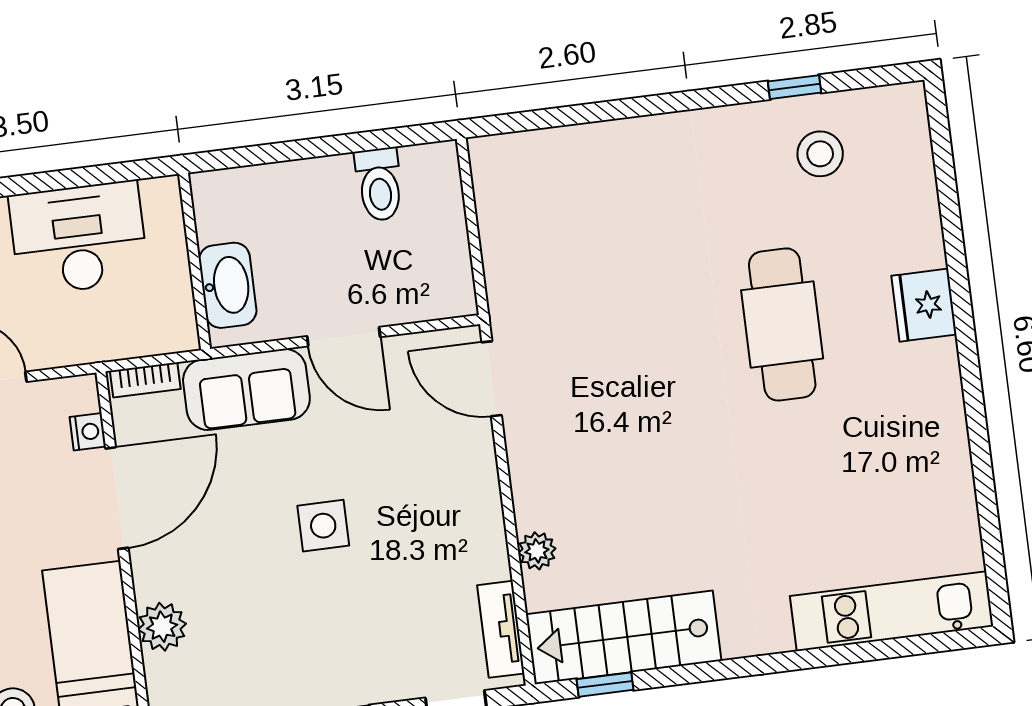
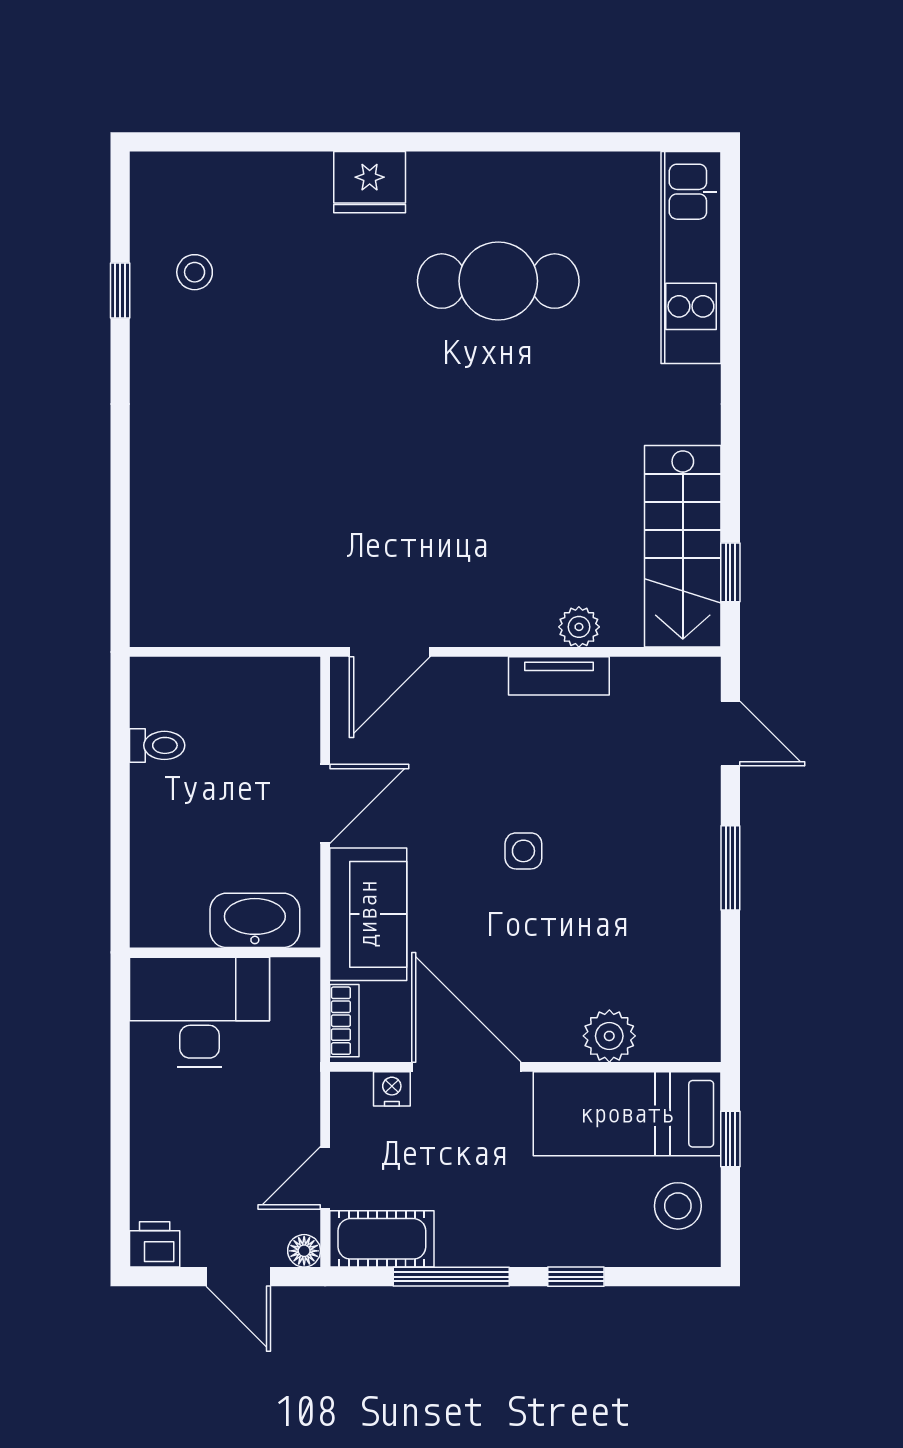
stool: (820, 154) -> (195, 272), width x0.73, depth x0.73
toilet: (379, 184) -> (157, 745), width x0.73, depth x0.72
desk: (79, 238) -> (200, 1012), moved, turned 90
cafe table: (782, 324) -> (498, 281), moved
side table: (323, 526) -> (523, 851), width x0.73, depth x0.73
tv unit: (501, 629) -> (559, 676), moved

